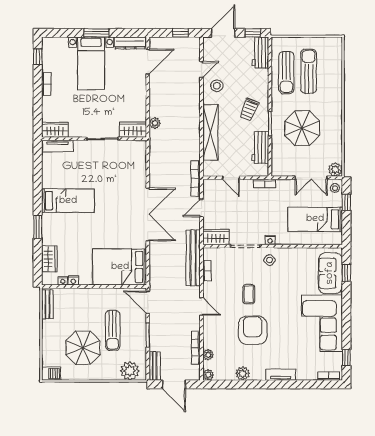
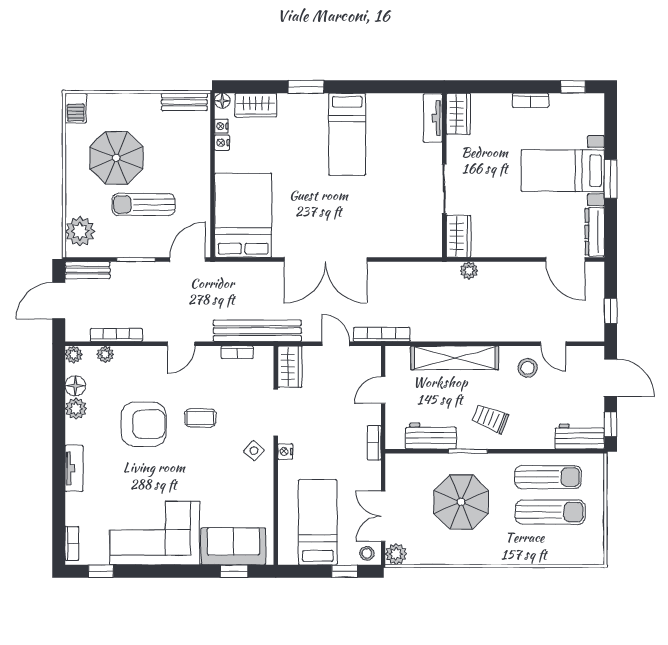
sun lounger: (286, 73) -> (548, 477), turned 180
floor lamp: (47, 280) -> (222, 101), added
floor lamp: (228, 374) -> (75, 386), added

